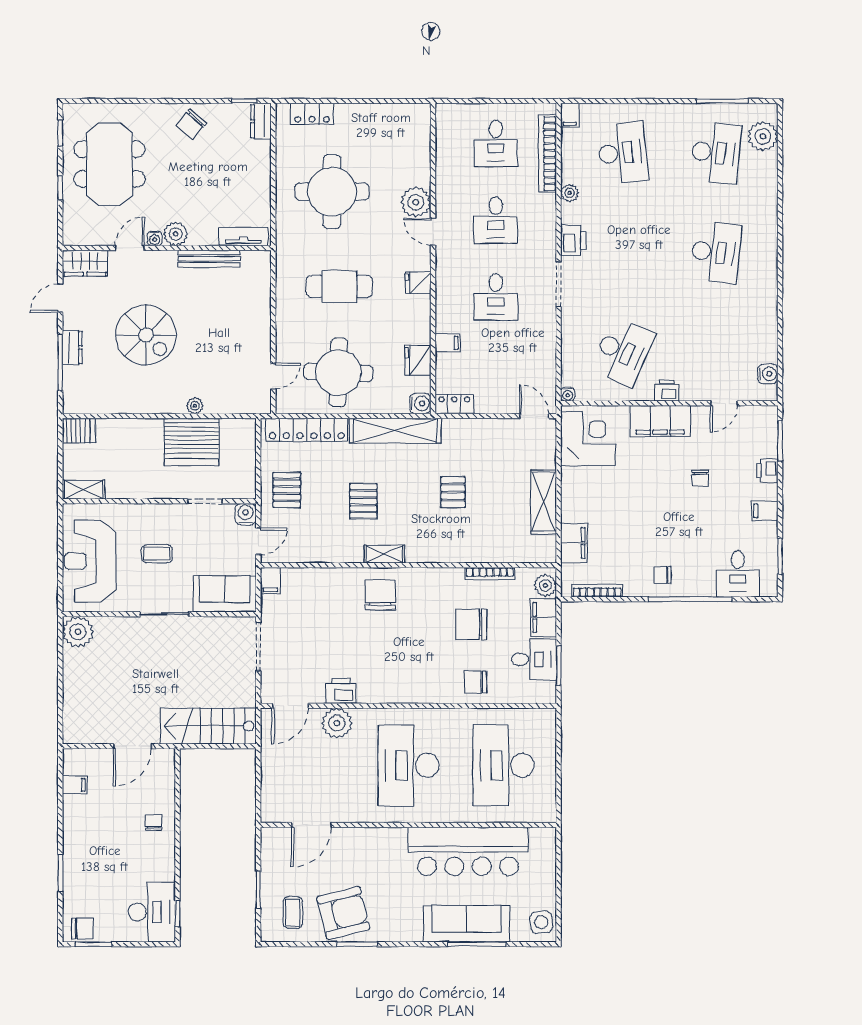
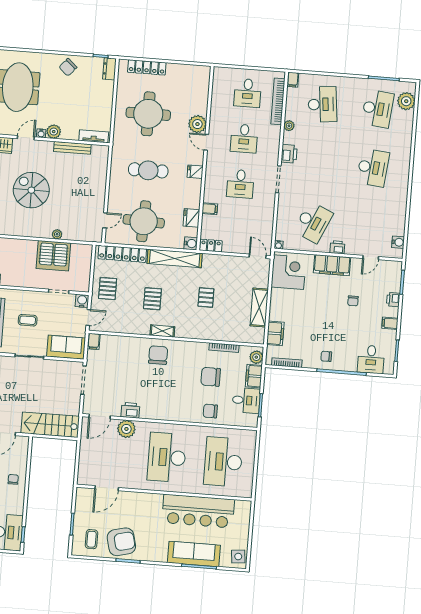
locker: (312, 114) -> (147, 67), width x1.53
spiral stairs: (146, 335) -> (31, 190), turned 180

